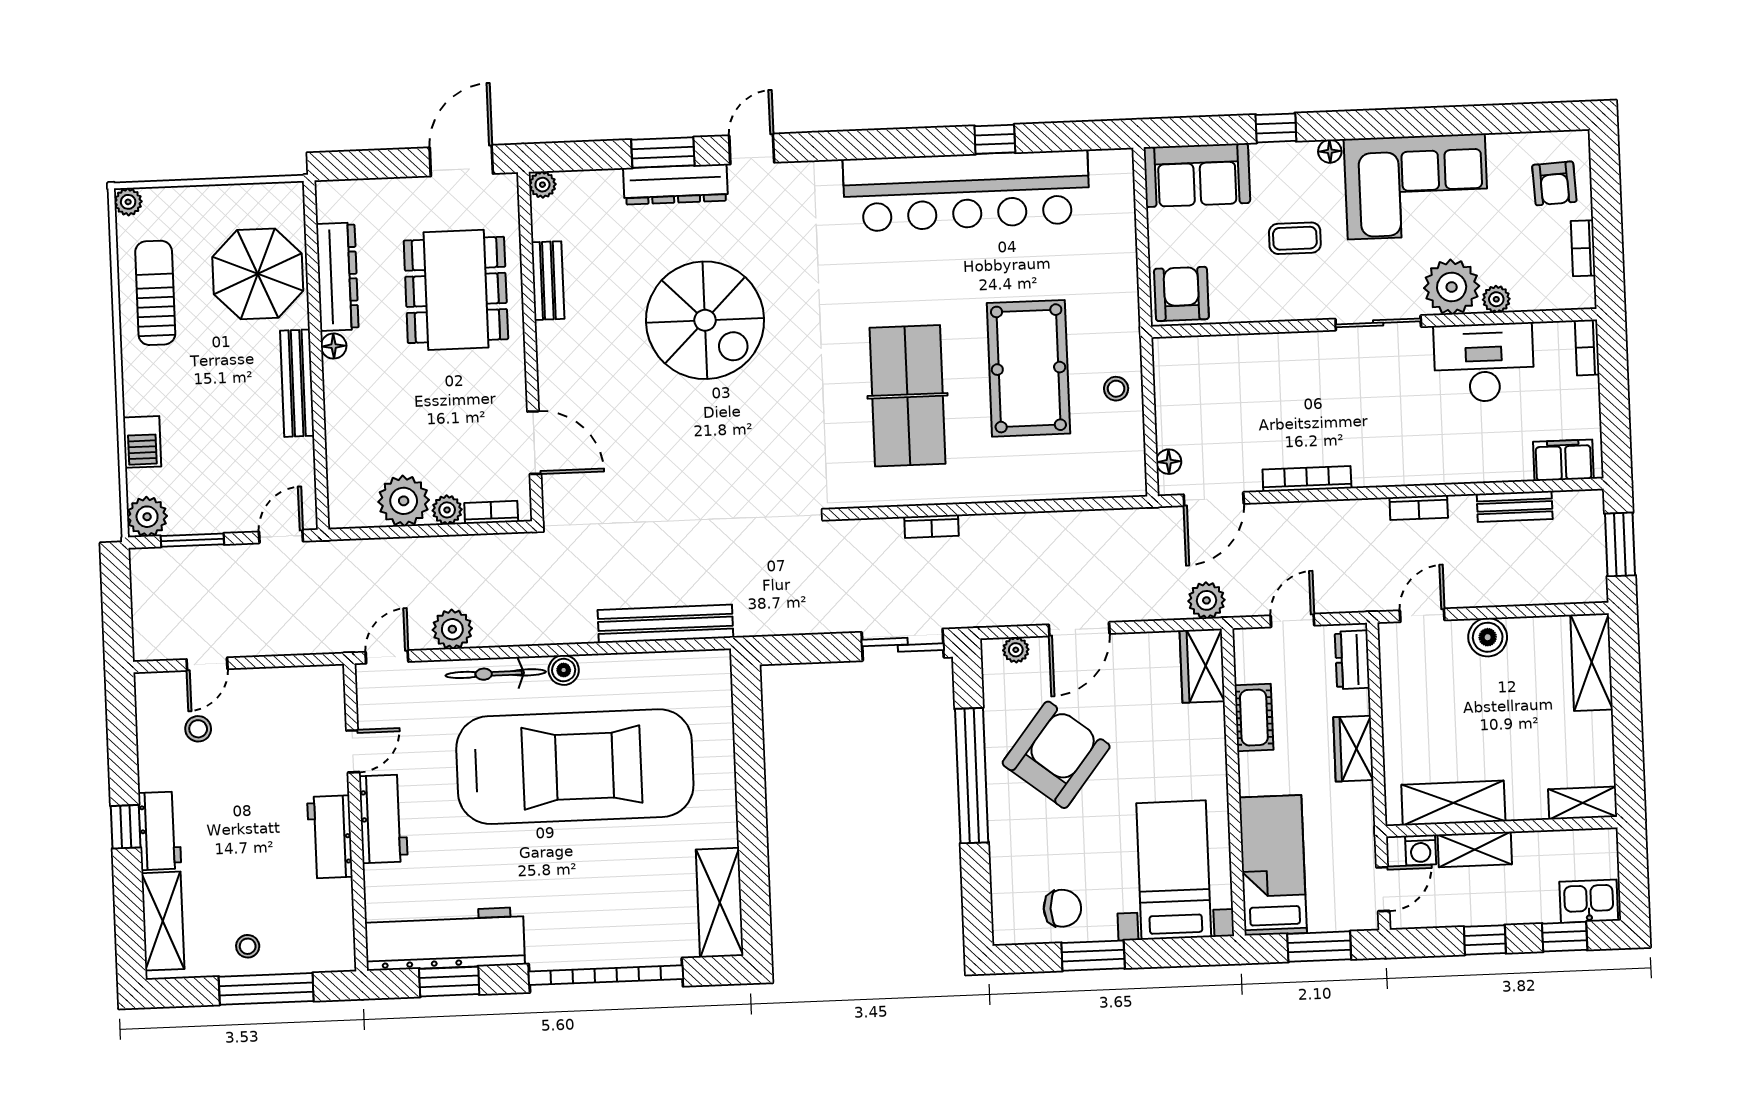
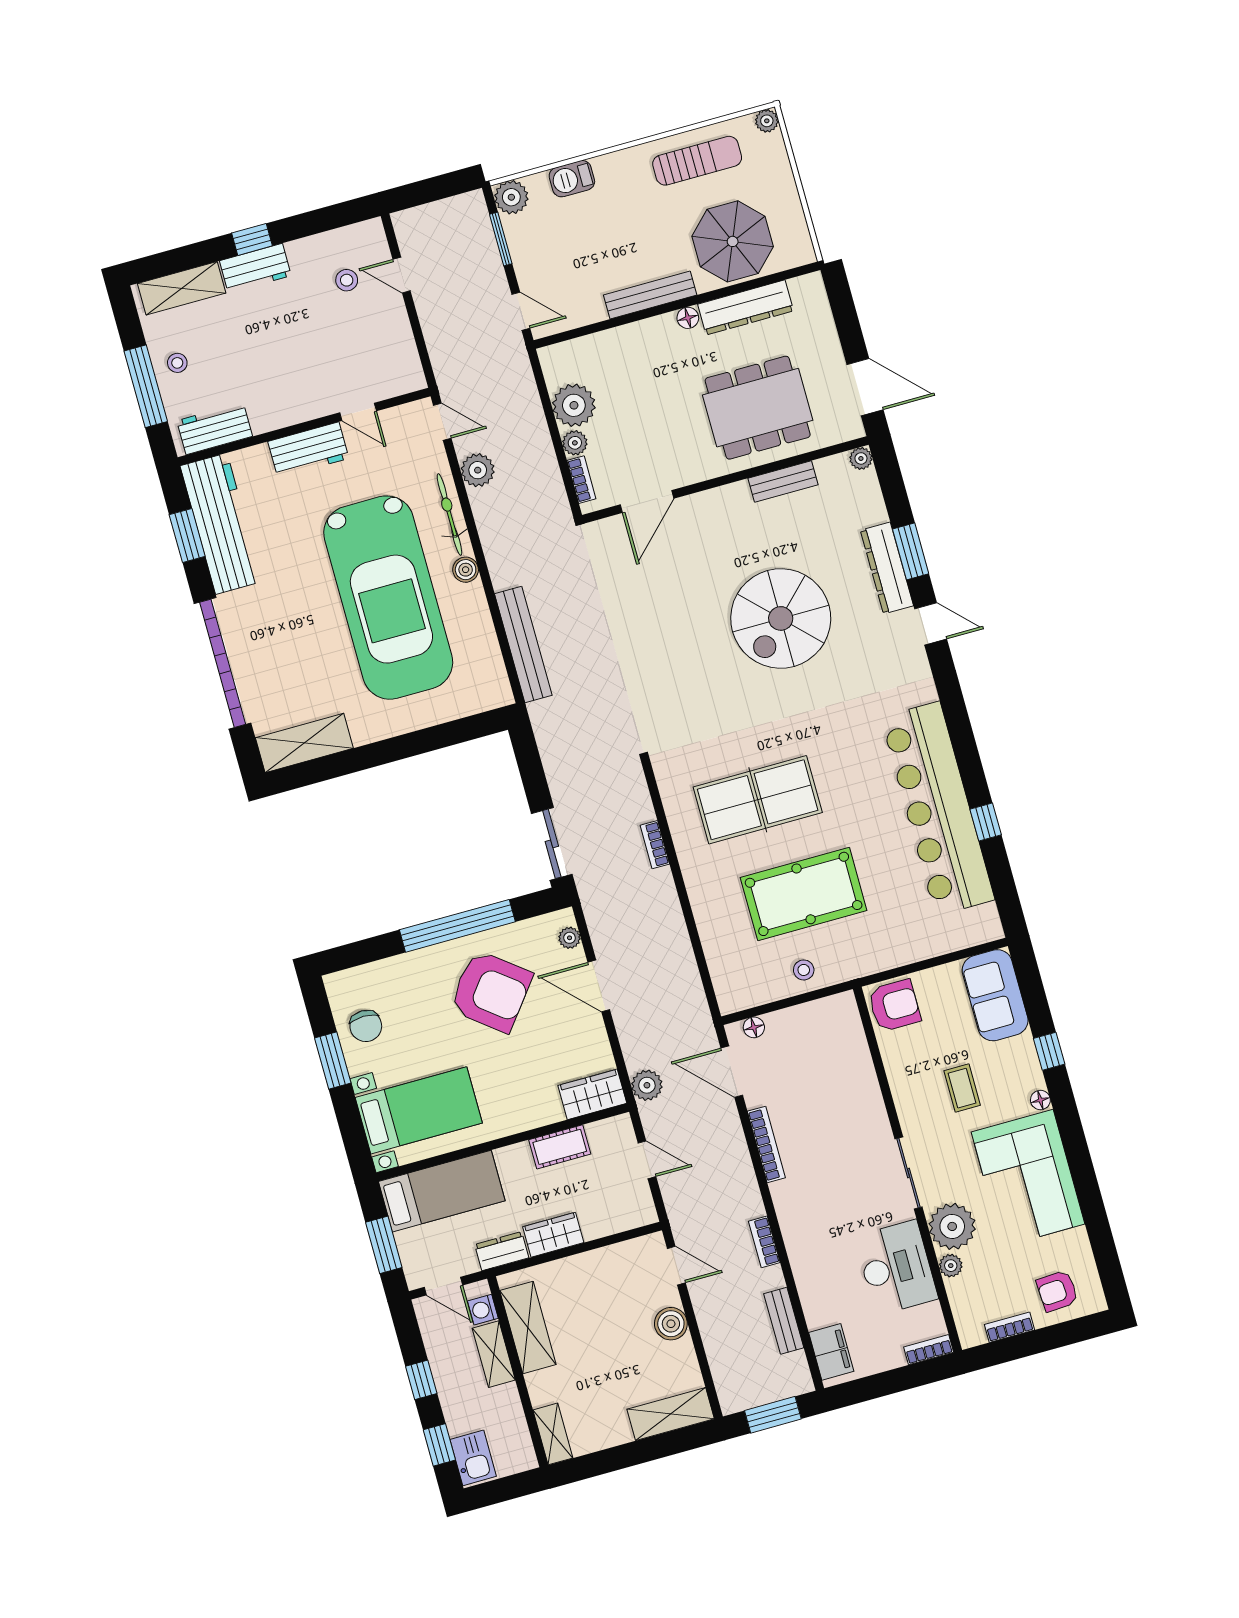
dresser: (1352, 660) -> (502, 1251), moved
workbench: (330, 837) -> (215, 428), moved

